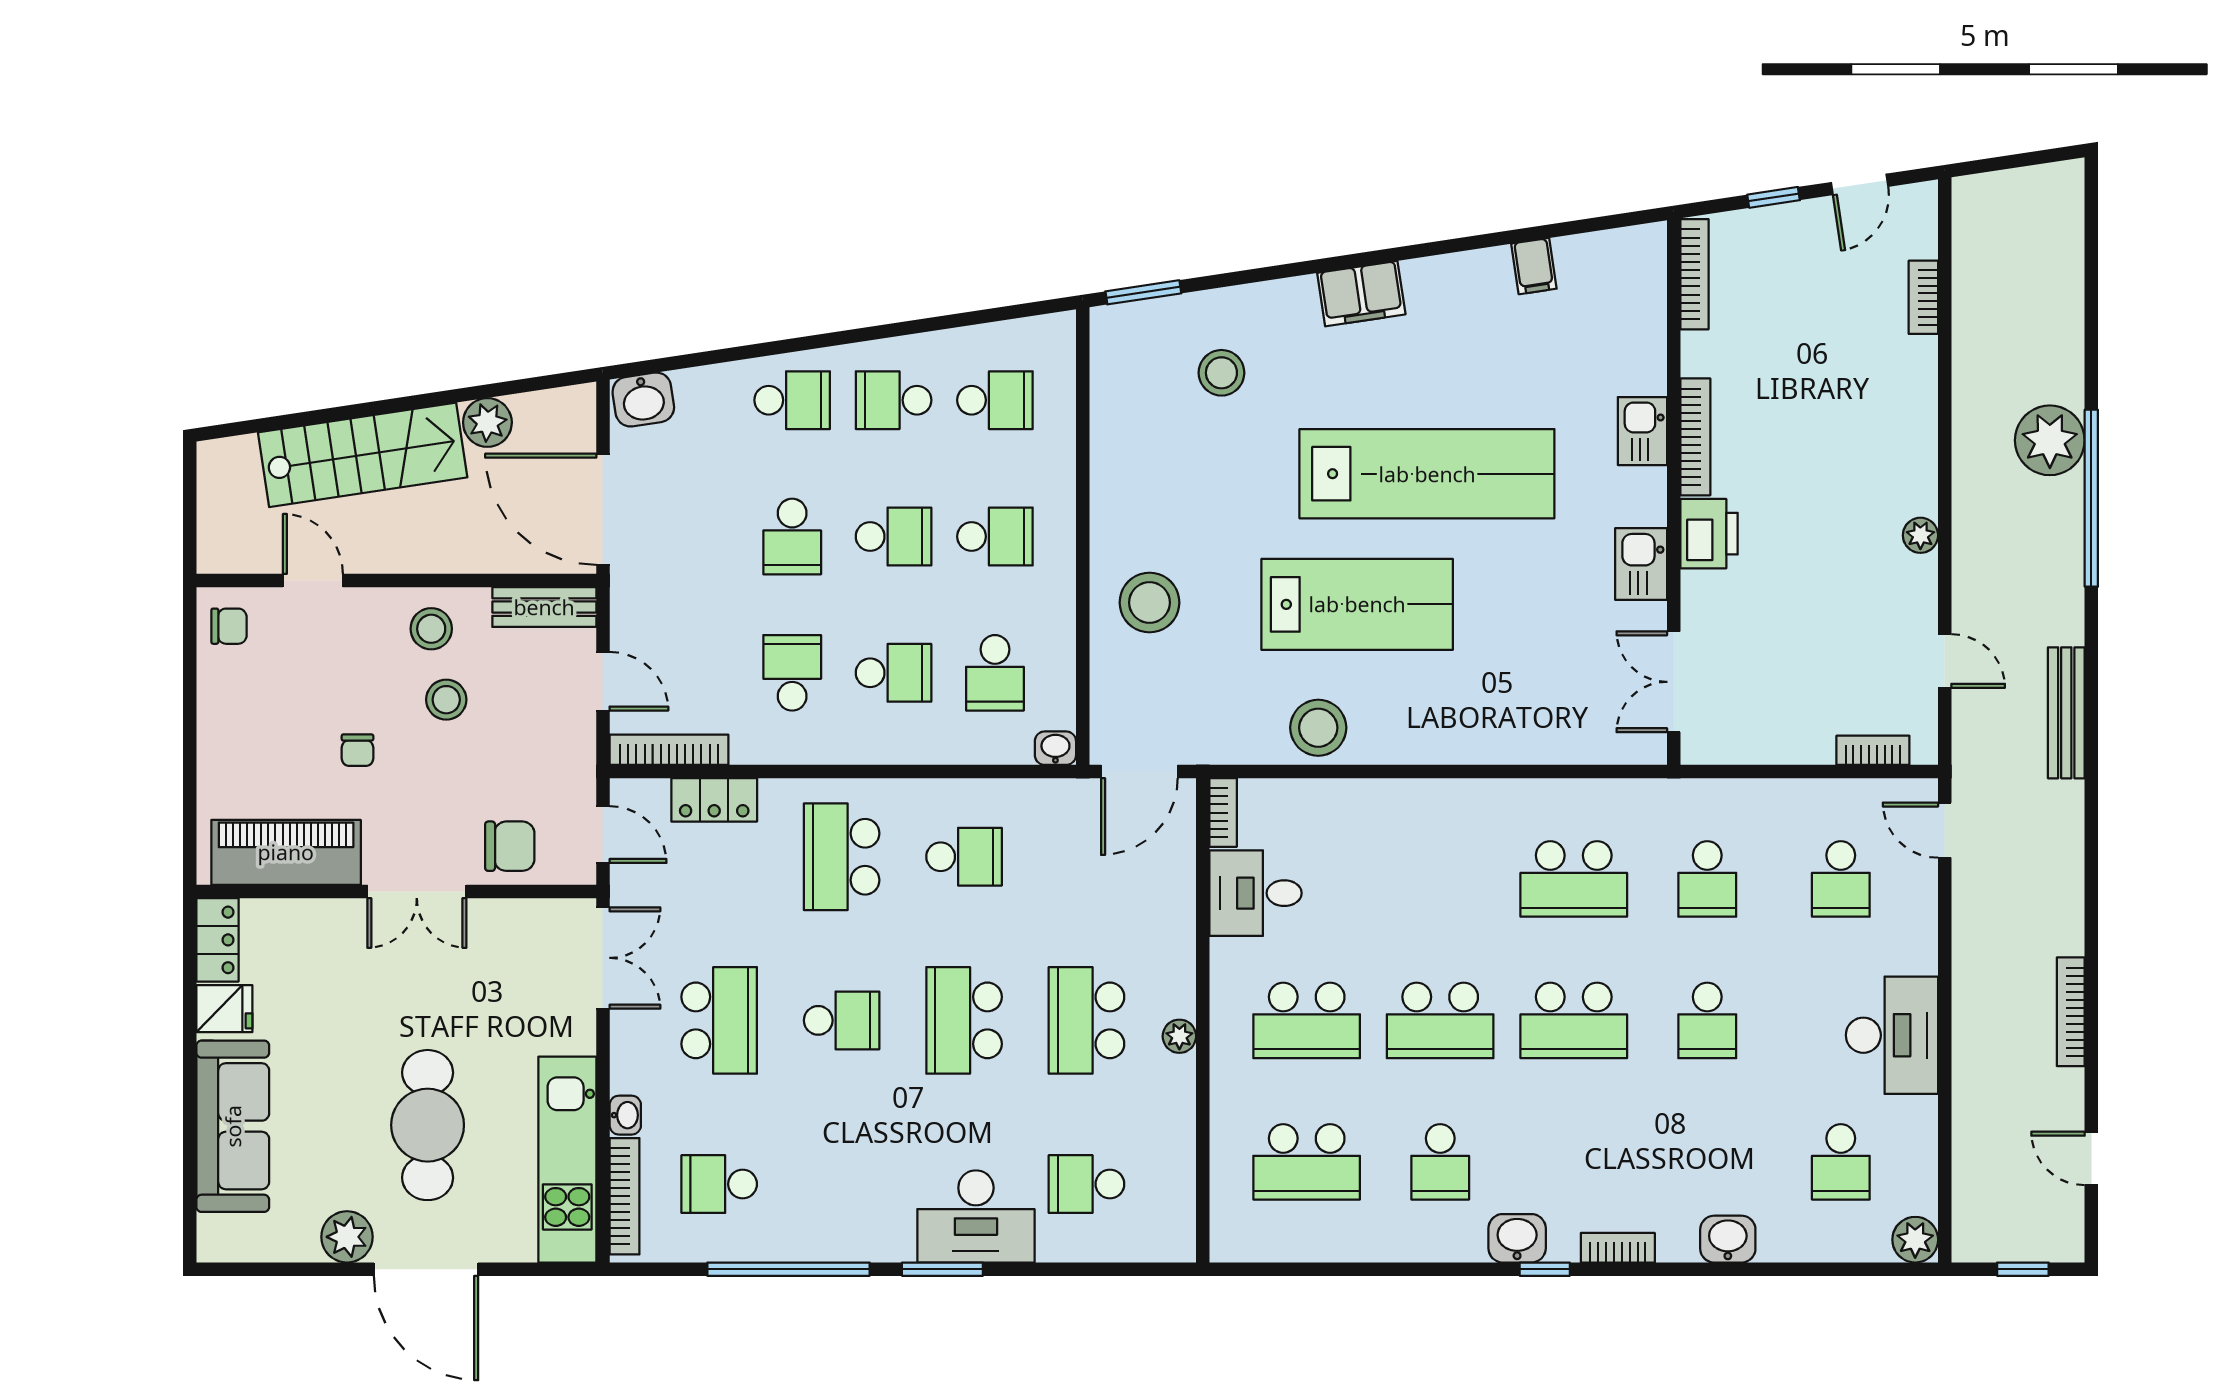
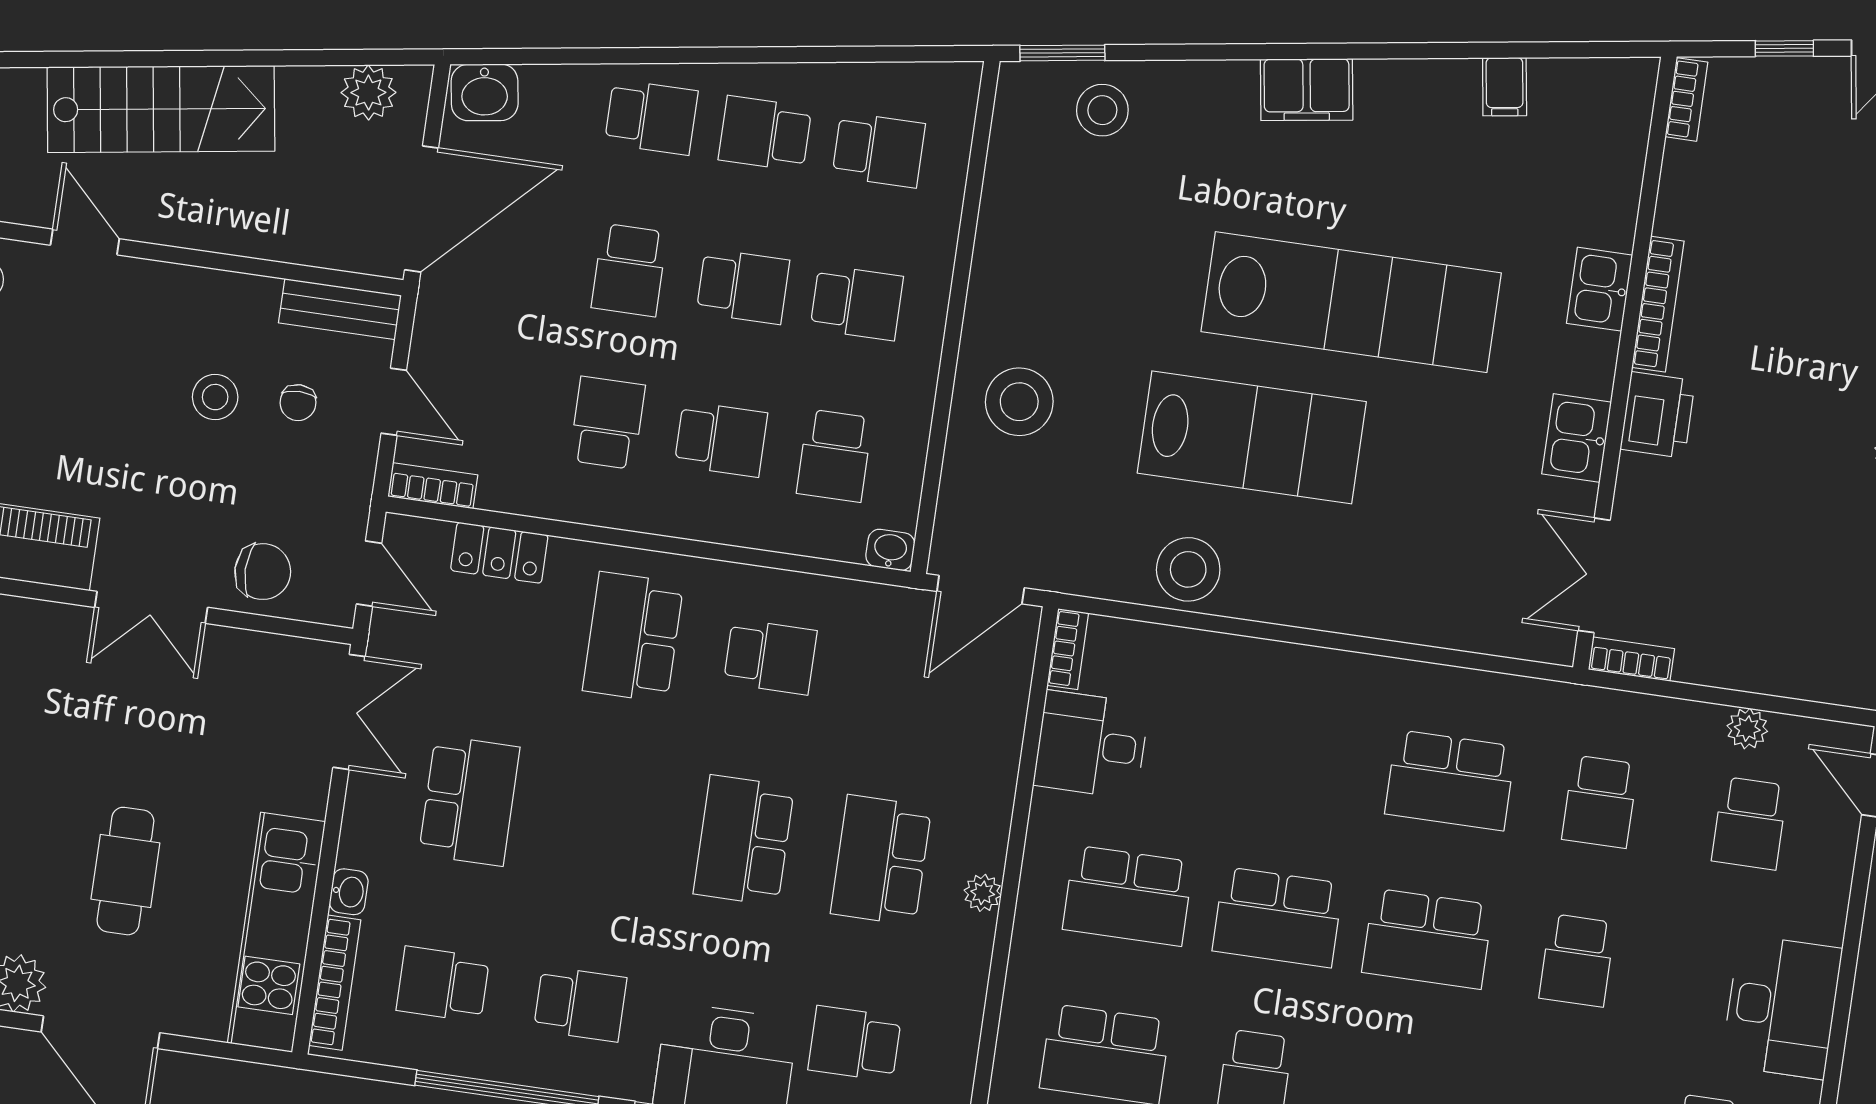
bookcase: (1694, 274) -> (1686, 99), width x0.64
stool: (1221, 373) -> (1102, 110), moved
plant: (487, 422) -> (368, 93), moved
door: (603, 509) -> (422, 209), swing flipped
stool: (431, 629) -> (210, 315), removed
chair: (357, 750) -> (298, 403), moved
bookcase: (669, 750) -> (433, 486), width x0.64
bookcase: (1873, 750) -> (1631, 659), moved
plant: (1827, 796) -> (1747, 729), added
school desk: (842, 1020) -> (580, 1004), moved
cafe table: (428, 1125) -> (125, 871), width x0.73, depth x0.74

